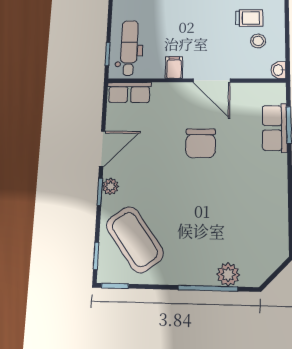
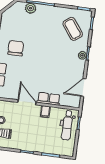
row of seats: (129, 92) -> (49, 99), moved
chair: (201, 143) -> (16, 48), moved
door: (102, 149) -> (83, 88), moved
coffee table: (135, 239) -> (73, 29), width x0.73, depth x0.76

